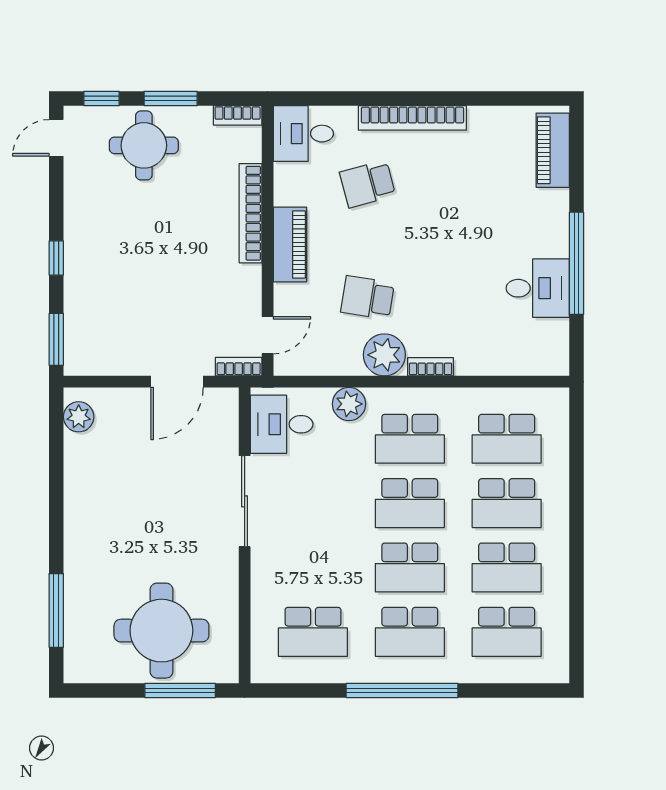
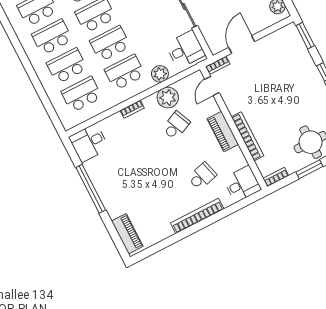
desk: (538, 288) -> (89, 143), moved
school desk: (368, 298) -> (176, 126), turned -33
plant: (384, 355) -> (168, 98), moved

